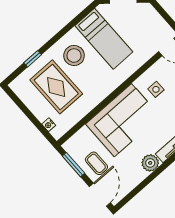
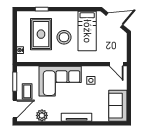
stool: (74, 56) -> (64, 37), moved
plant: (150, 163) -> (42, 115), moved

